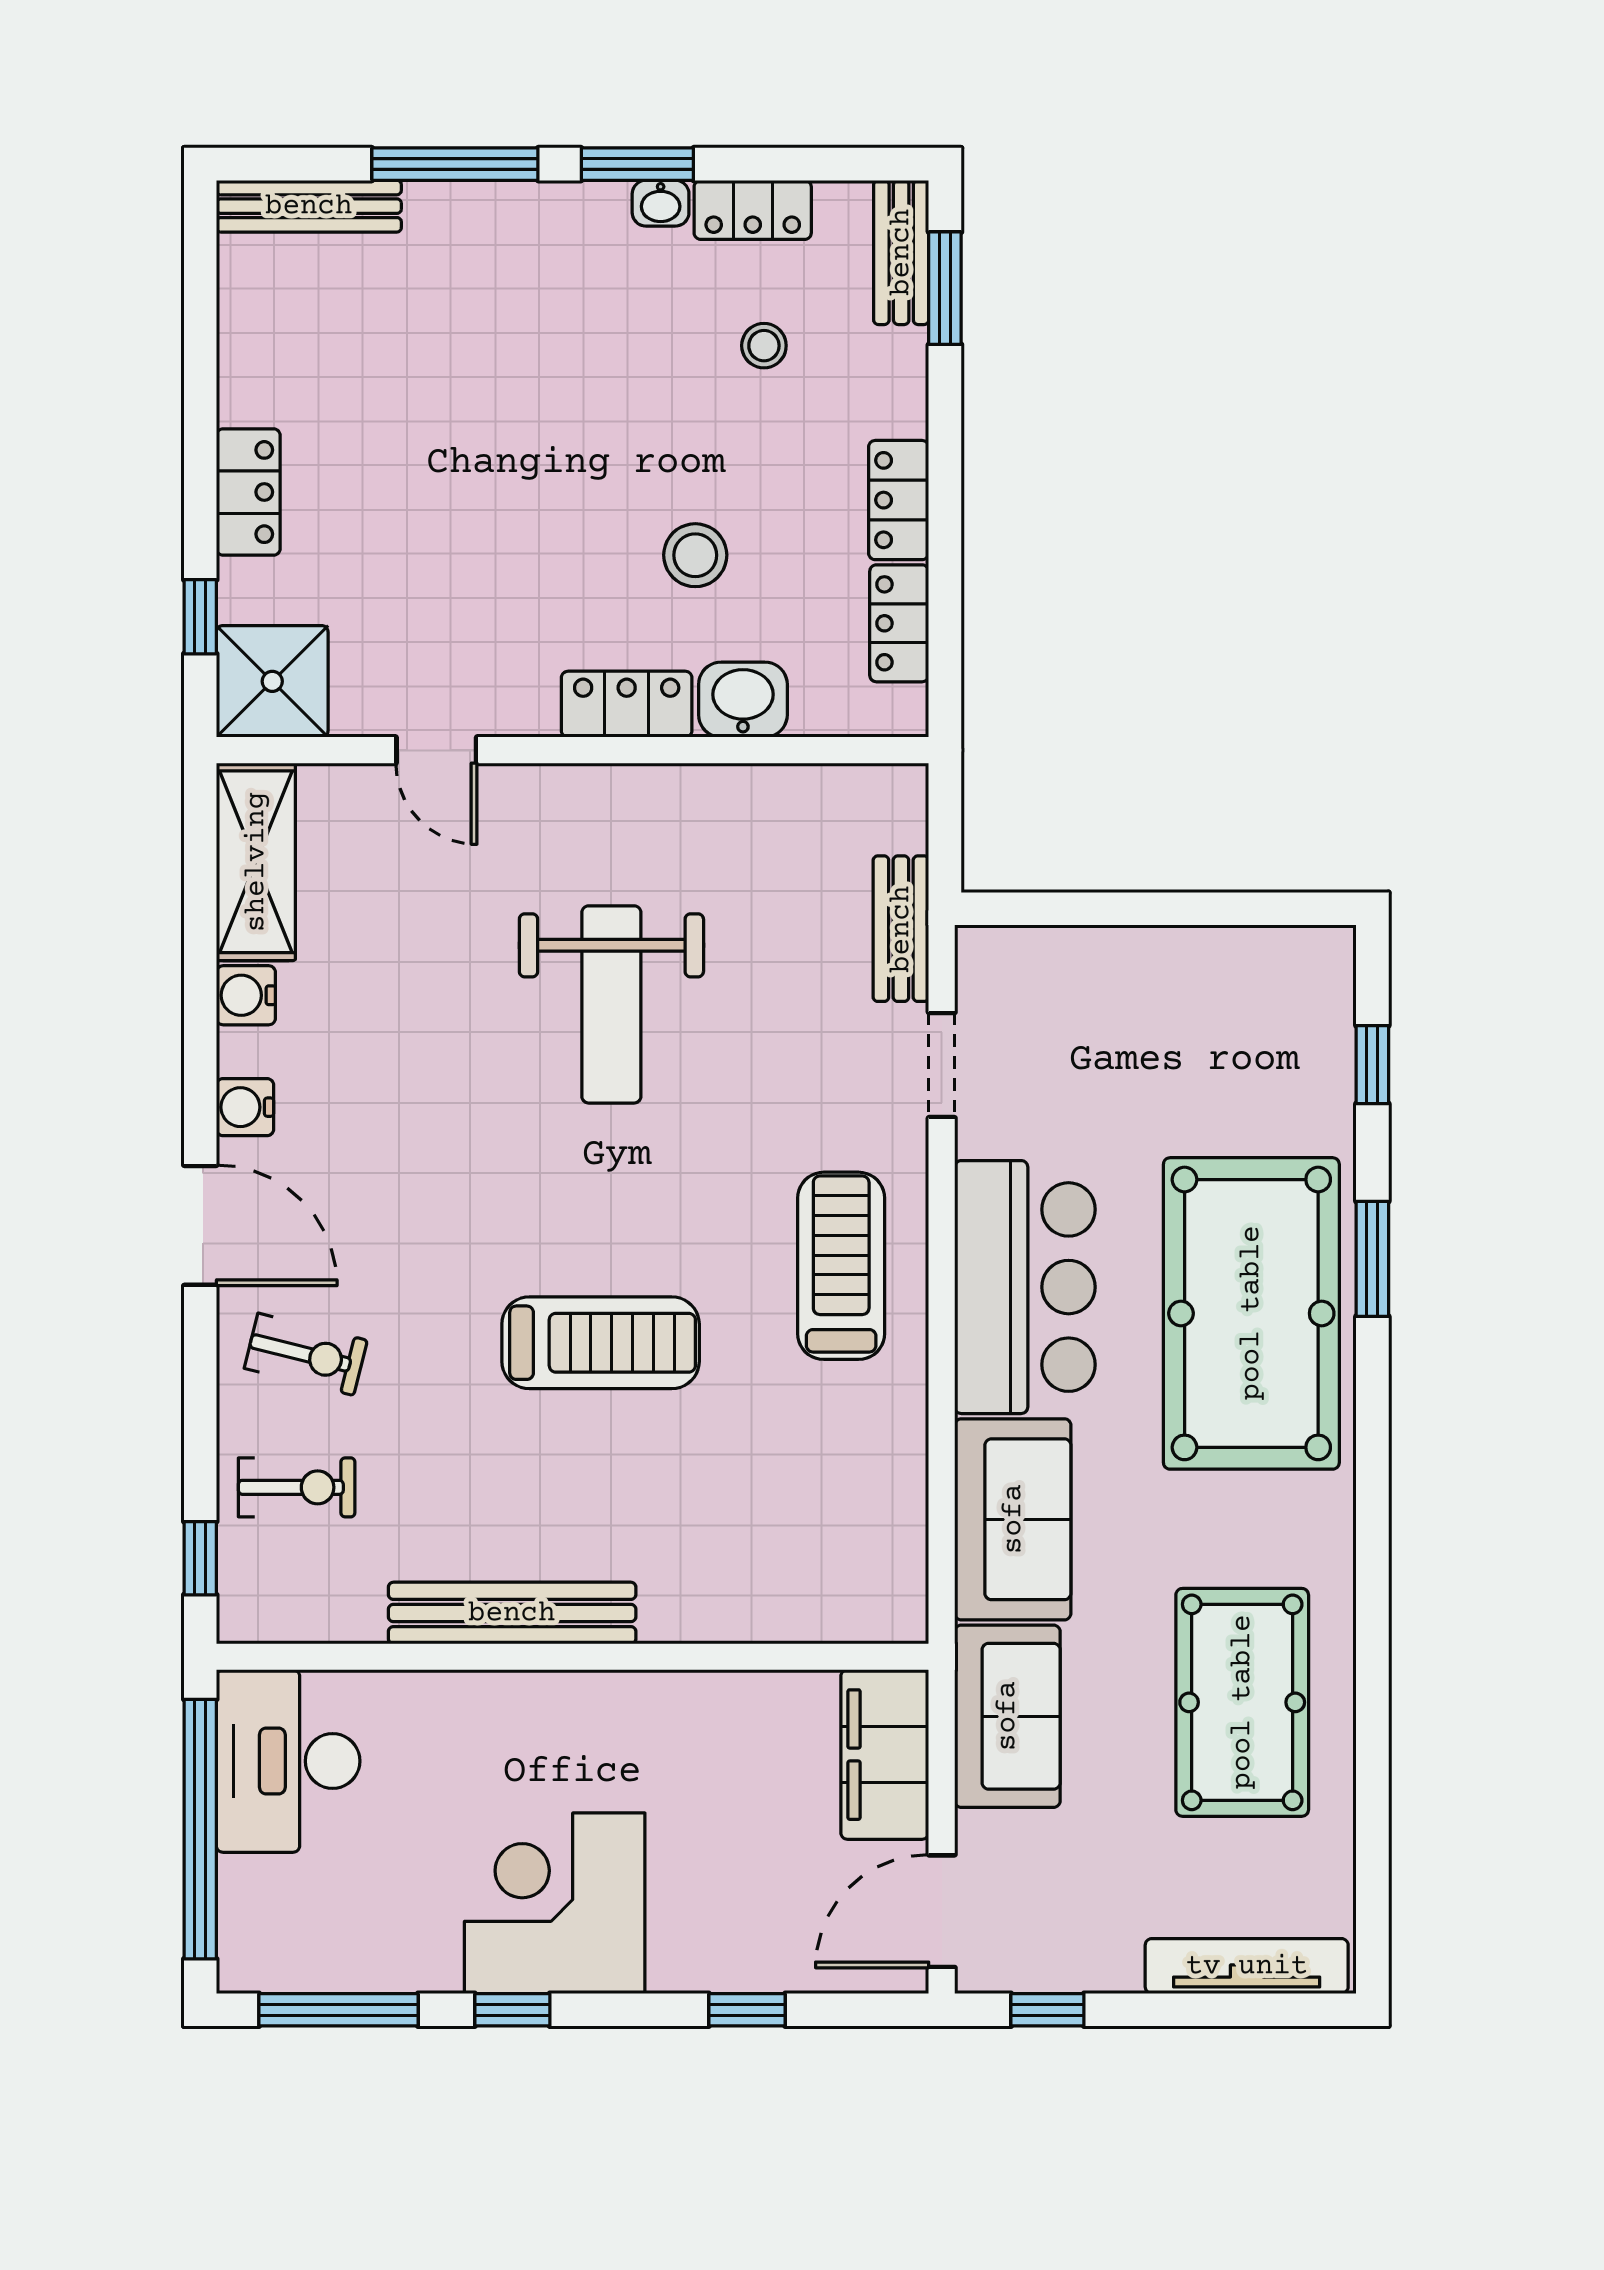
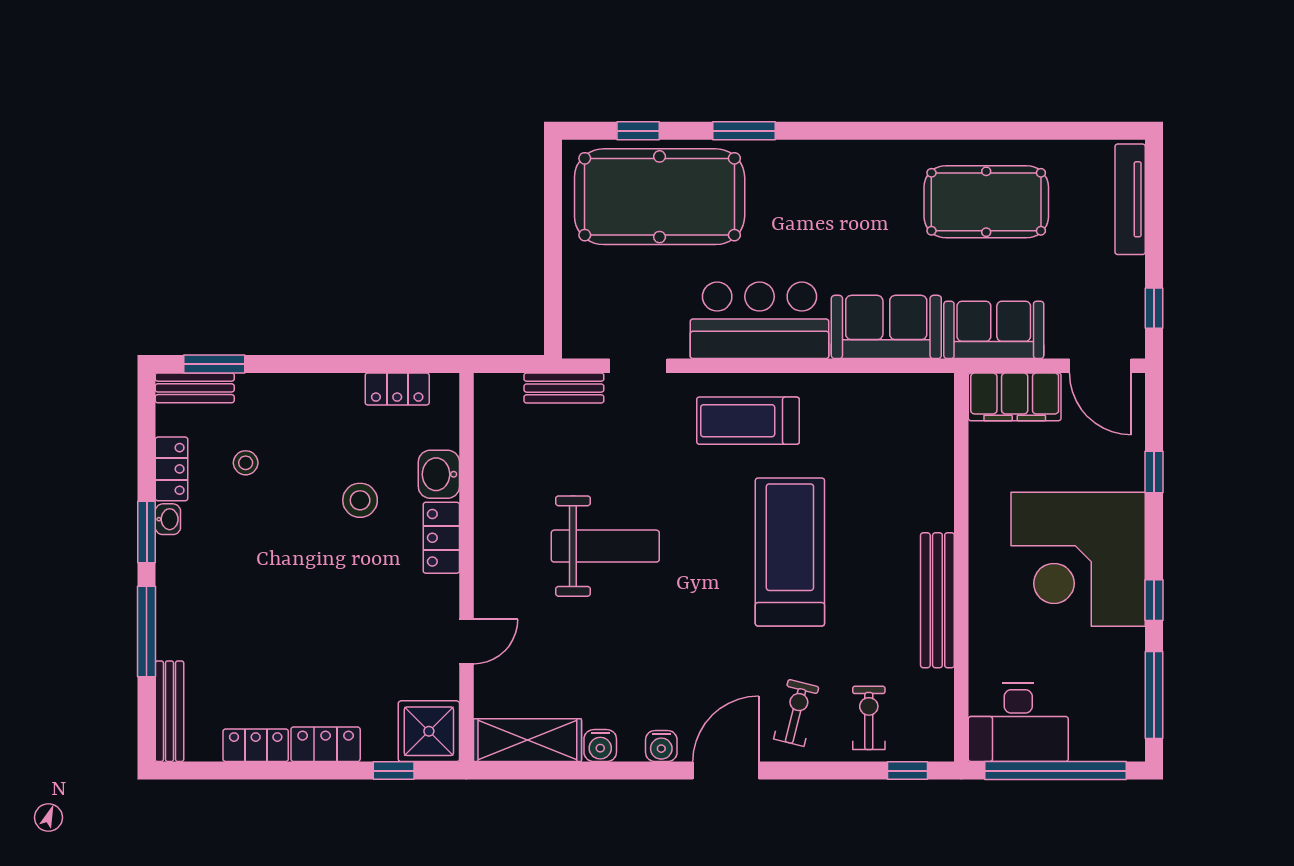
locker: (899, 500) -> (256, 745), moved, turned 180
pool table: (1251, 1313) -> (660, 197), moved
treadmill: (601, 1343) -> (790, 552), width x1.37, depth x1.38
corner desk: (555, 1903) -> (1078, 559), width x1.36, depth x1.36

